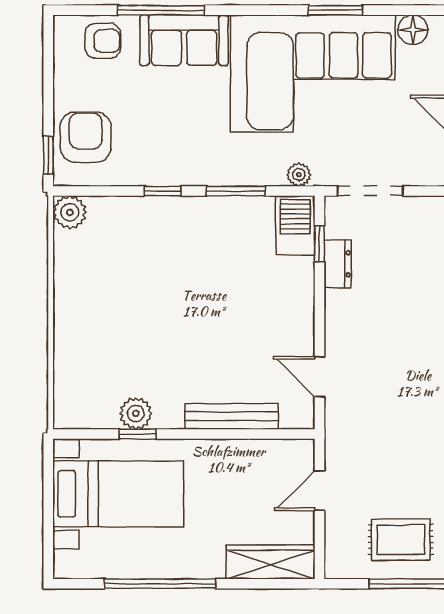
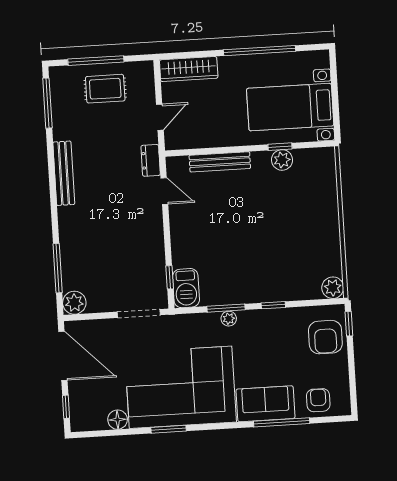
armchair: (103, 41) -> (318, 400), turned 90
plant: (299, 175) -> (229, 319), moved
dresser: (338, 264) -> (151, 160), moved

